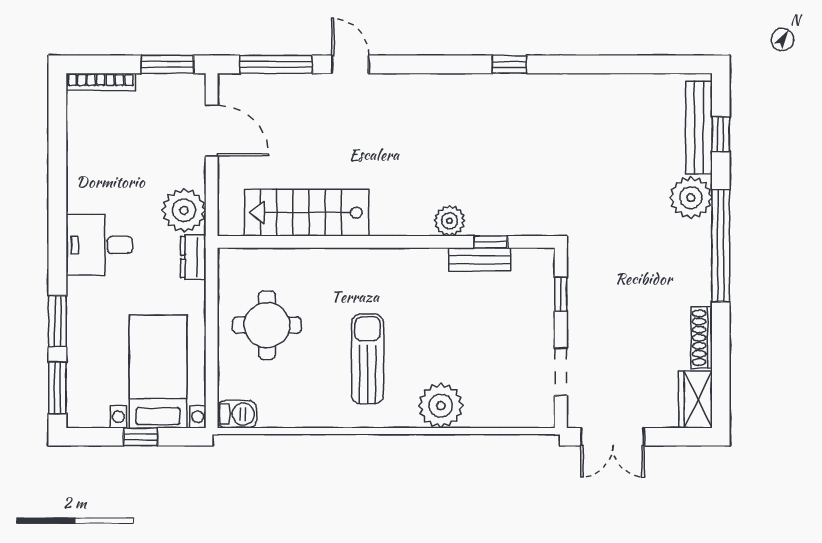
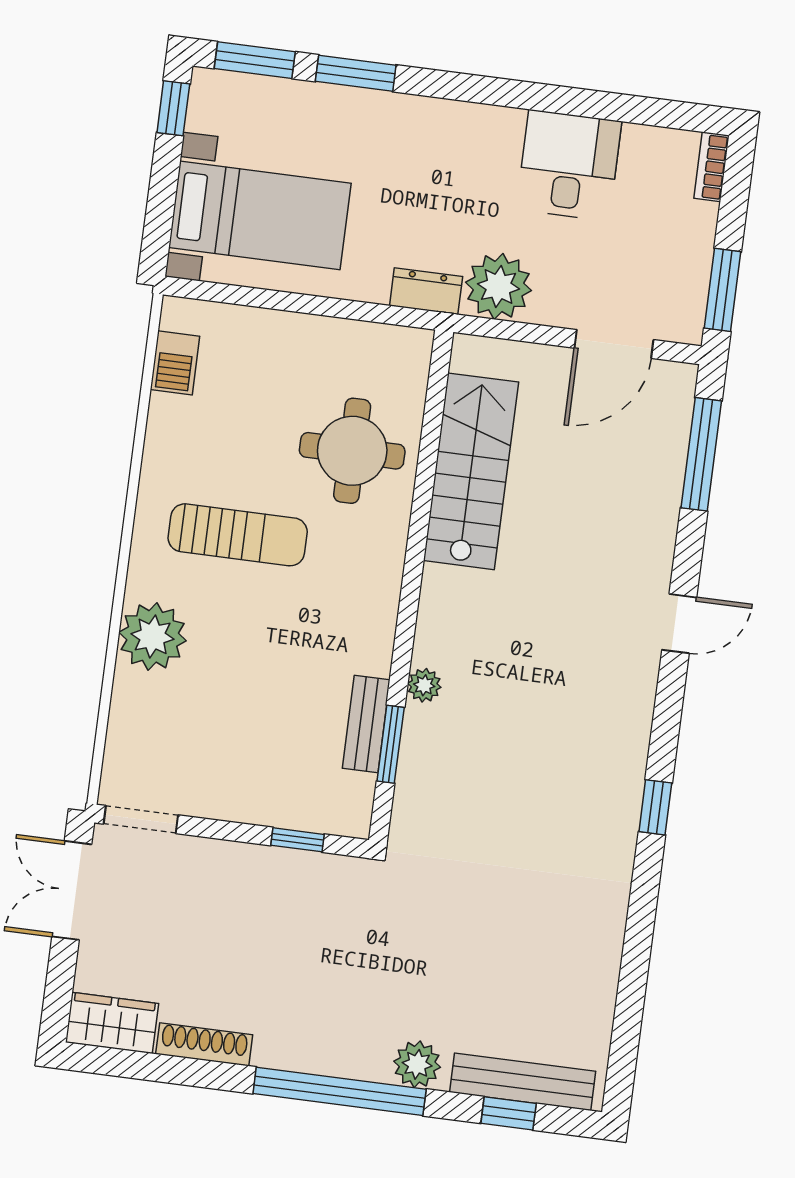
door: (350, 64) -> (679, 624), moved
bookcase: (101, 82) -> (712, 167), width x0.64
plant: (691, 198) -> (417, 1064), width x0.73, depth x0.73
plant: (450, 221) -> (424, 685), width x0.73, depth x0.73
window: (491, 242) -> (391, 744), width x1.50
desk: (99, 245) -> (569, 165), moved
round table: (267, 325) -> (352, 451), moved
doorway: (561, 372) -> (141, 819), moved
barbecue: (237, 414) -> (175, 363), moved
window: (141, 437) -> (173, 108), moved

